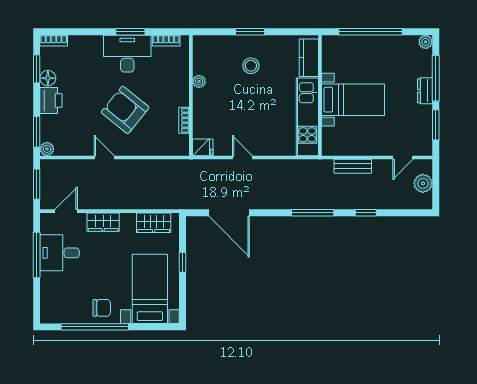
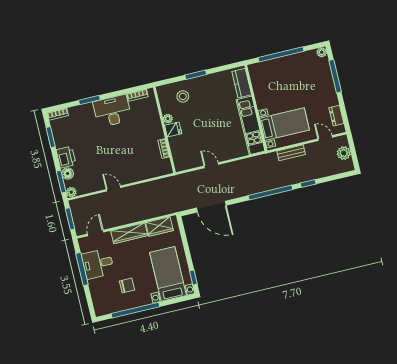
window: (130, 32) -> (89, 100), moved
stool: (251, 66) -> (183, 96), moved
floor lamp: (48, 78) -> (68, 173), moved
dresser: (425, 91) -> (336, 116), moved
bed with nightstands: (353, 100) -> (285, 124), moved
armchair: (125, 110) -> (120, 151), removed
window: (436, 125) -> (343, 109), removed
fridge: (203, 147) -> (173, 130), moved
door: (403, 158) -> (325, 138), swing flipped
window: (313, 213) -> (271, 193), width x1.46
wardrobe: (103, 222) -> (129, 233), width x1.50
window: (183, 262) -> (193, 278), moved
chair: (102, 308) -> (127, 285), moved

